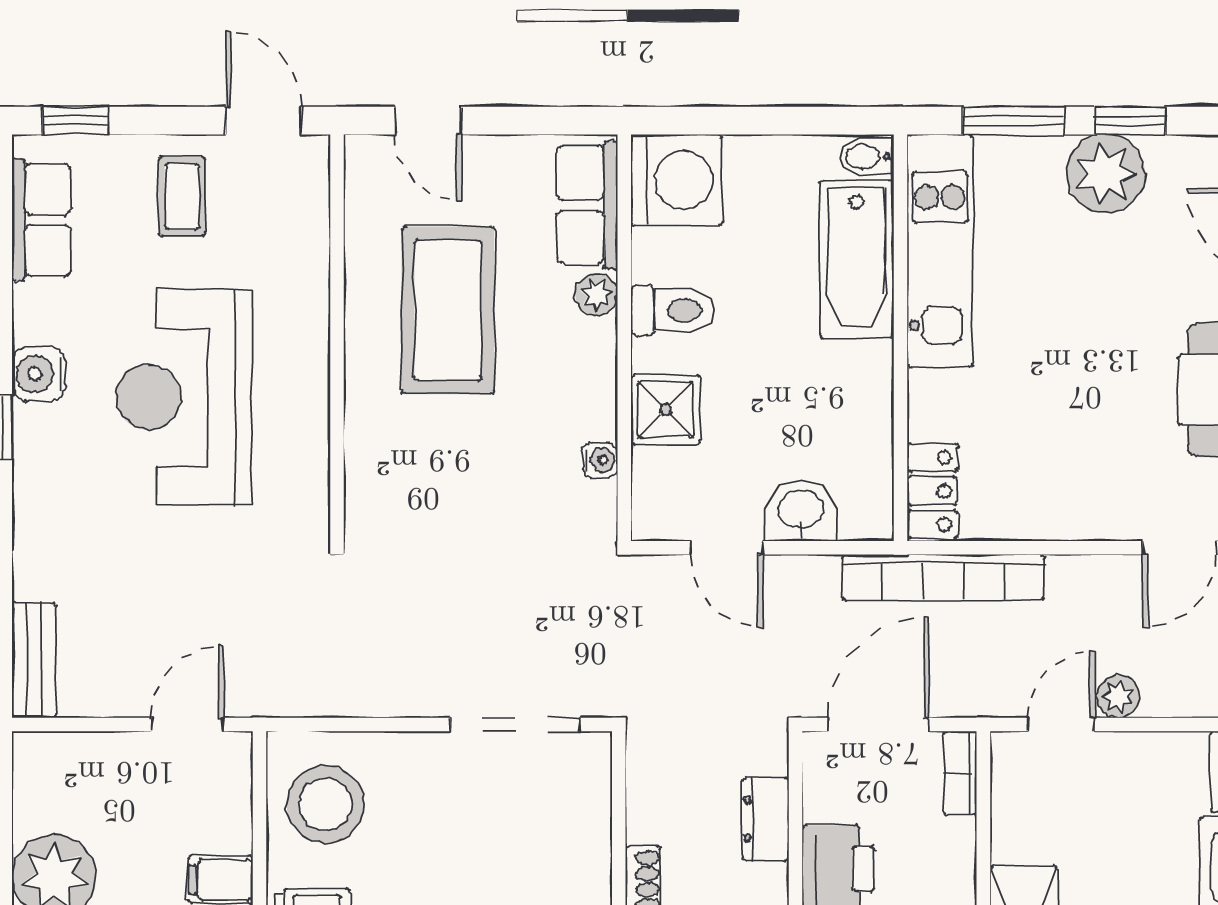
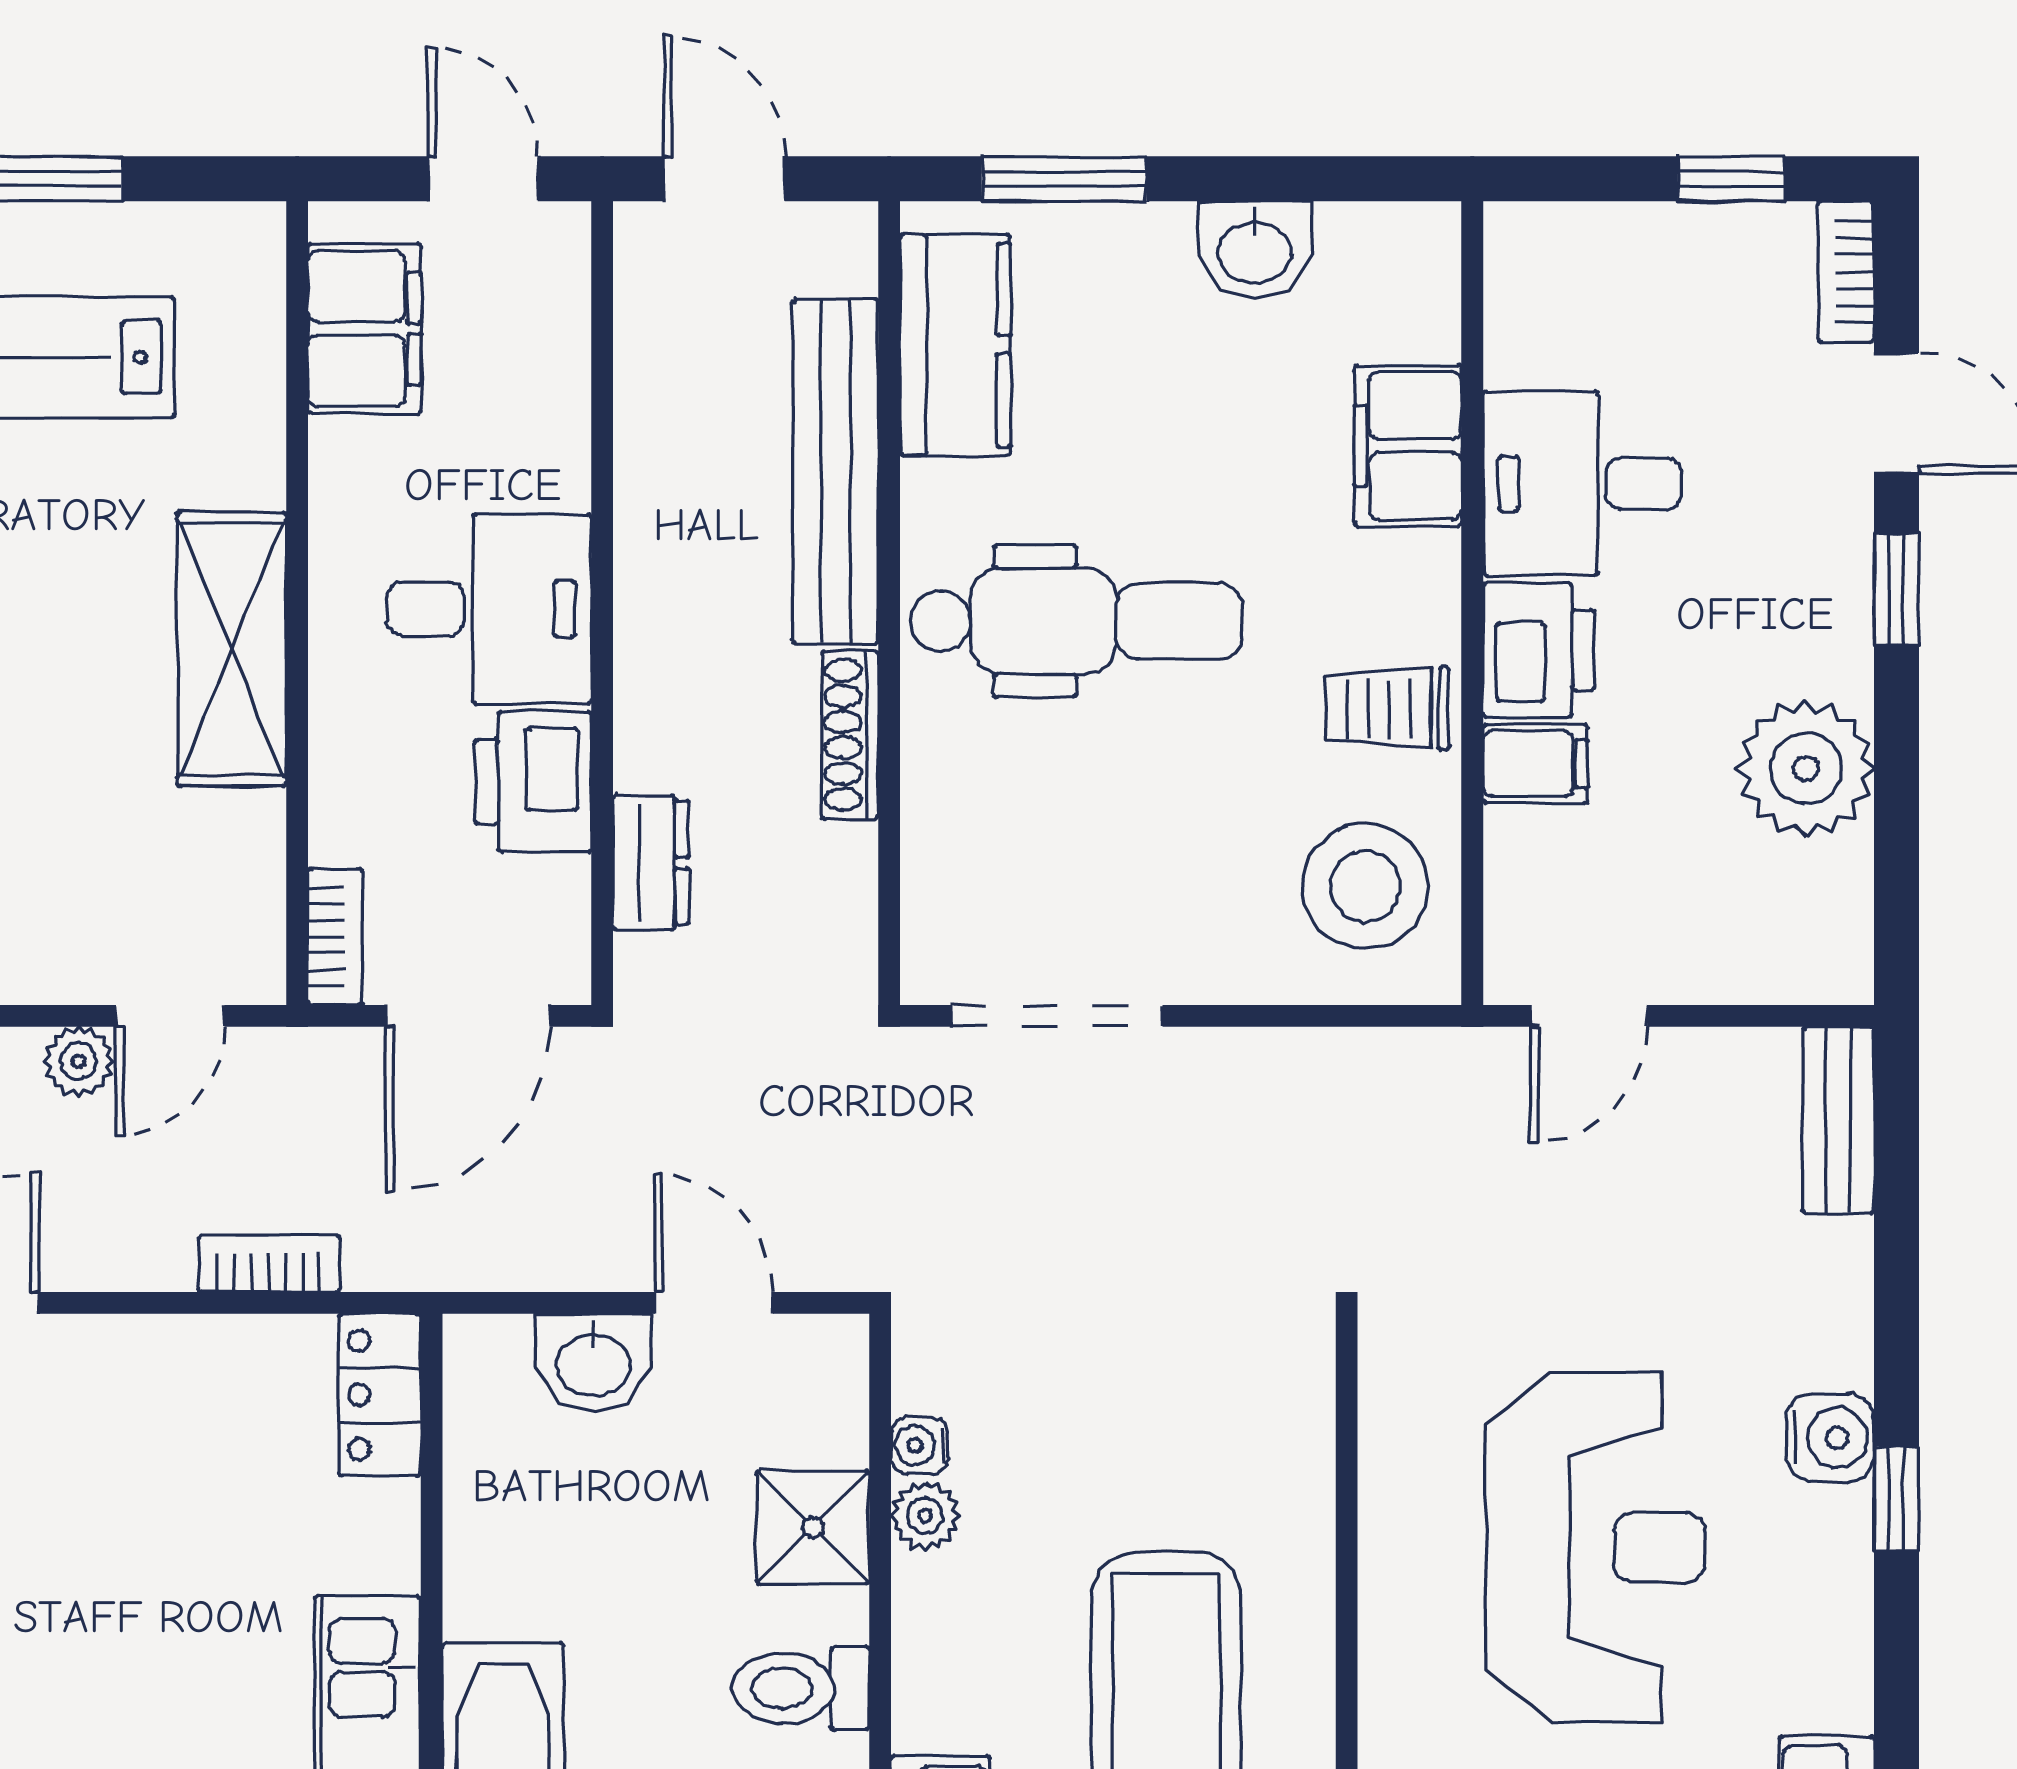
plant: (597, 294) -> (925, 1515), moved
water cooler: (39, 374) -> (1830, 1438), moved
bookcase: (943, 577) -> (269, 1264), width x0.43, depth x0.76

